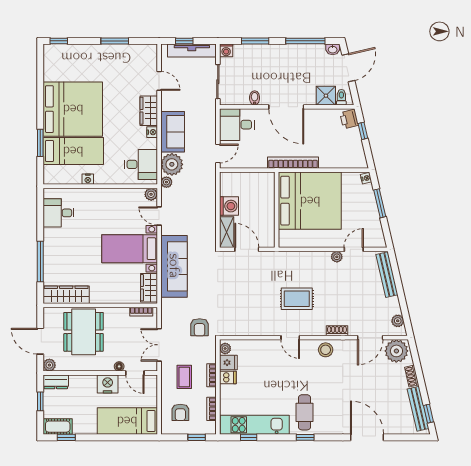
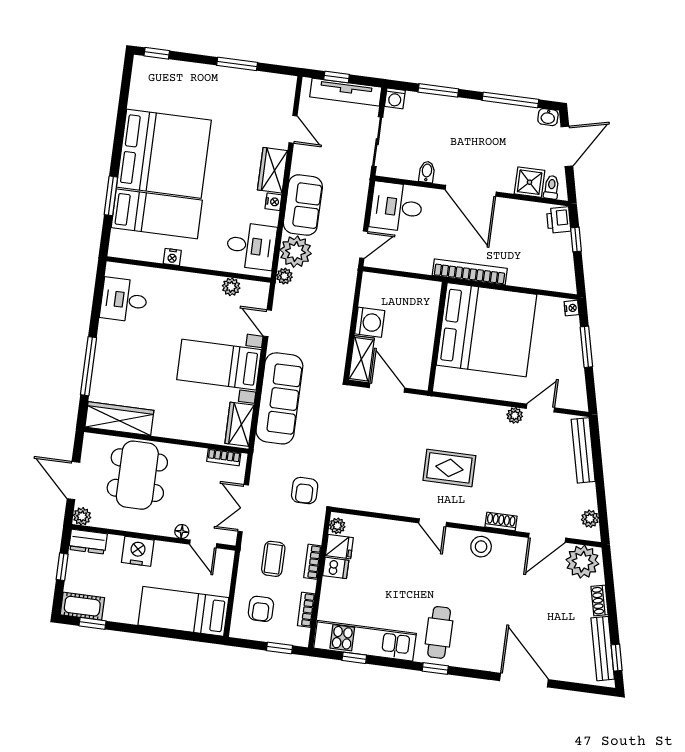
plant: (151, 194) -> (231, 287), moved
nightstand: (108, 384) -> (138, 551), moved

